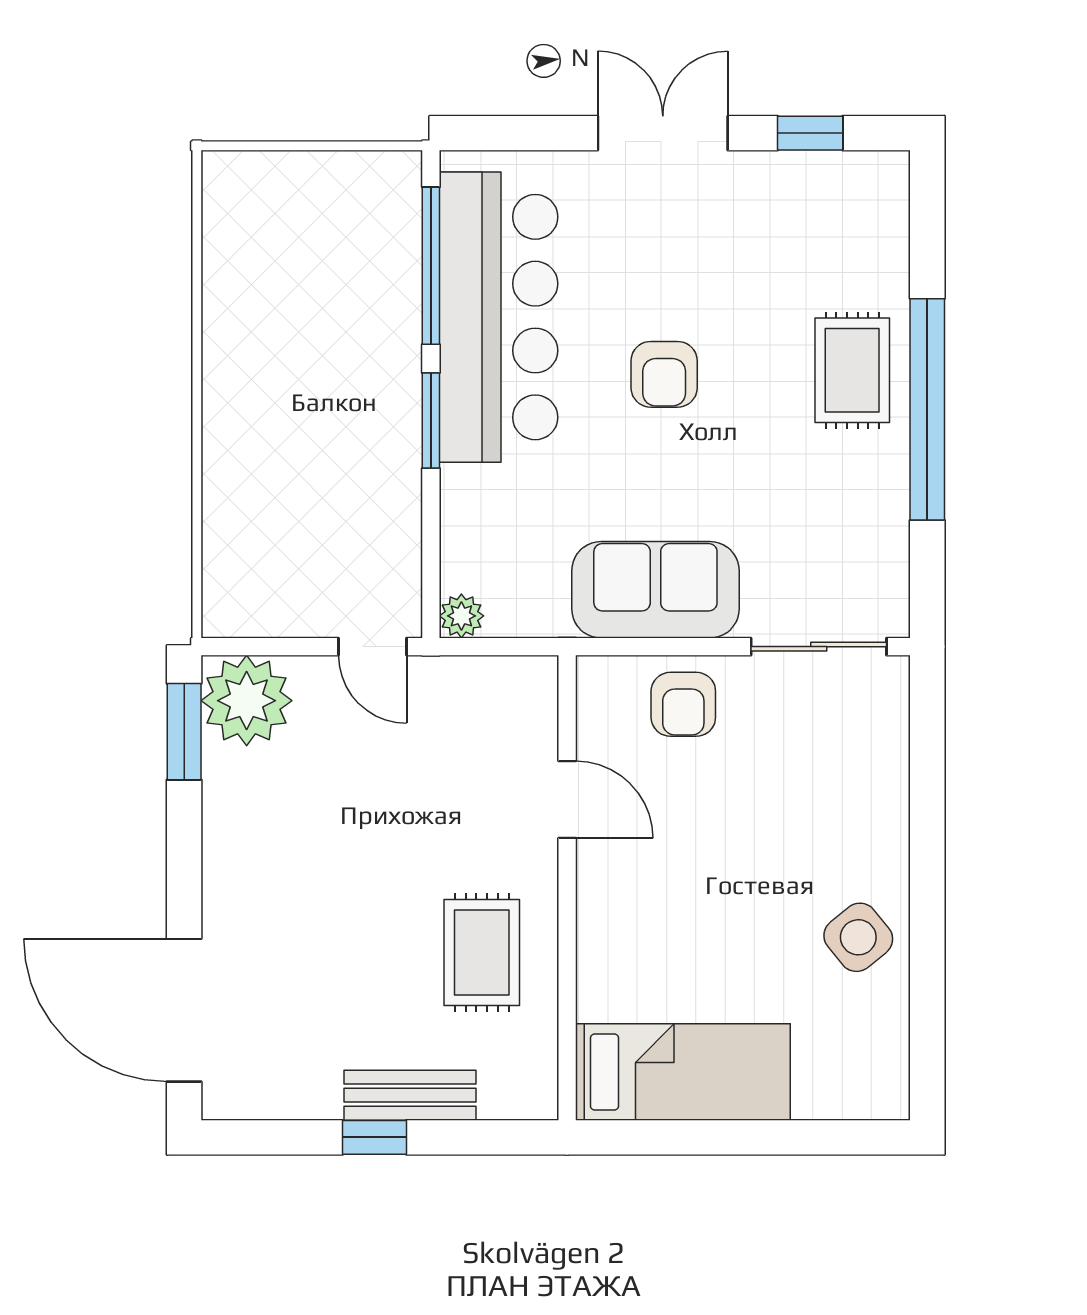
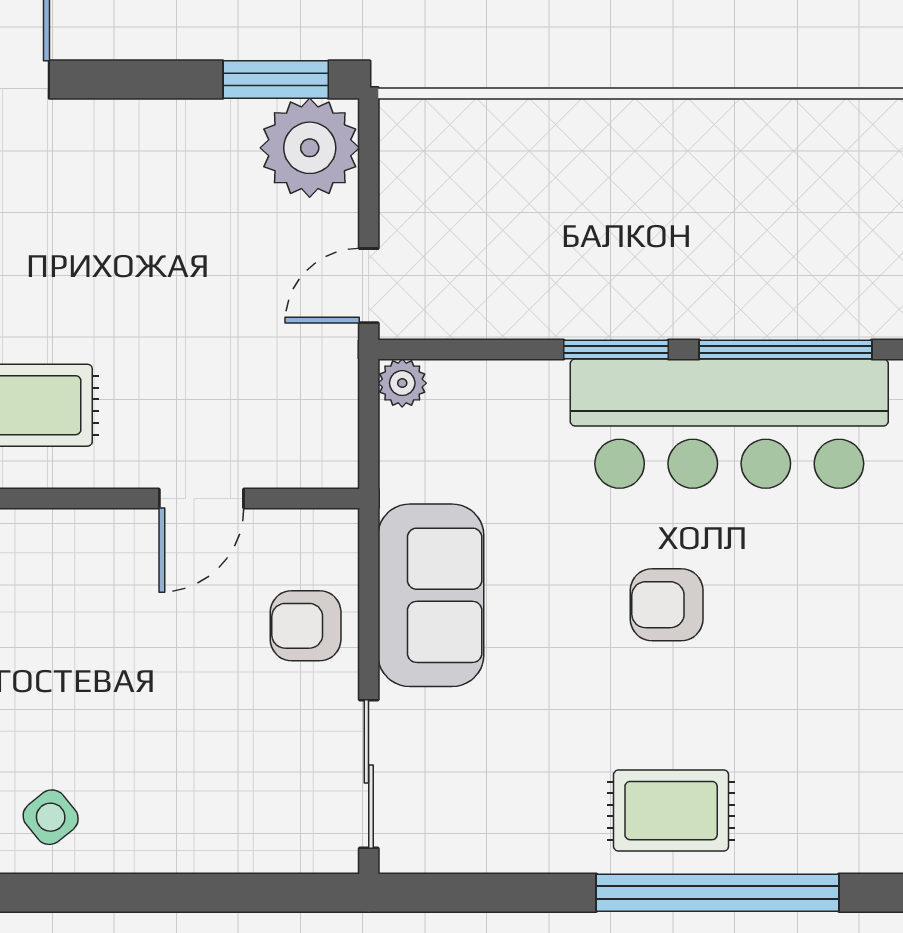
window: (927, 409) -> (718, 893), moved
side table: (858, 937) -> (51, 817), width x0.73, depth x0.73

